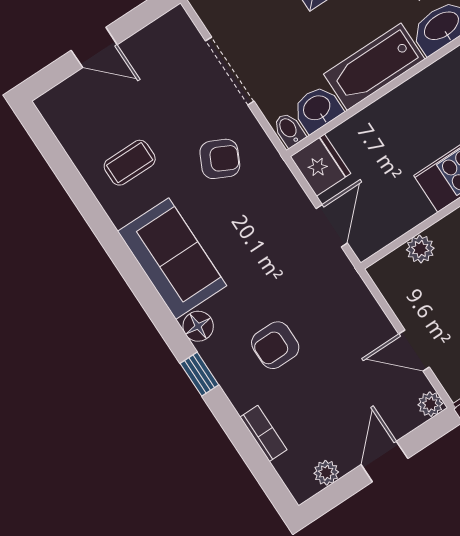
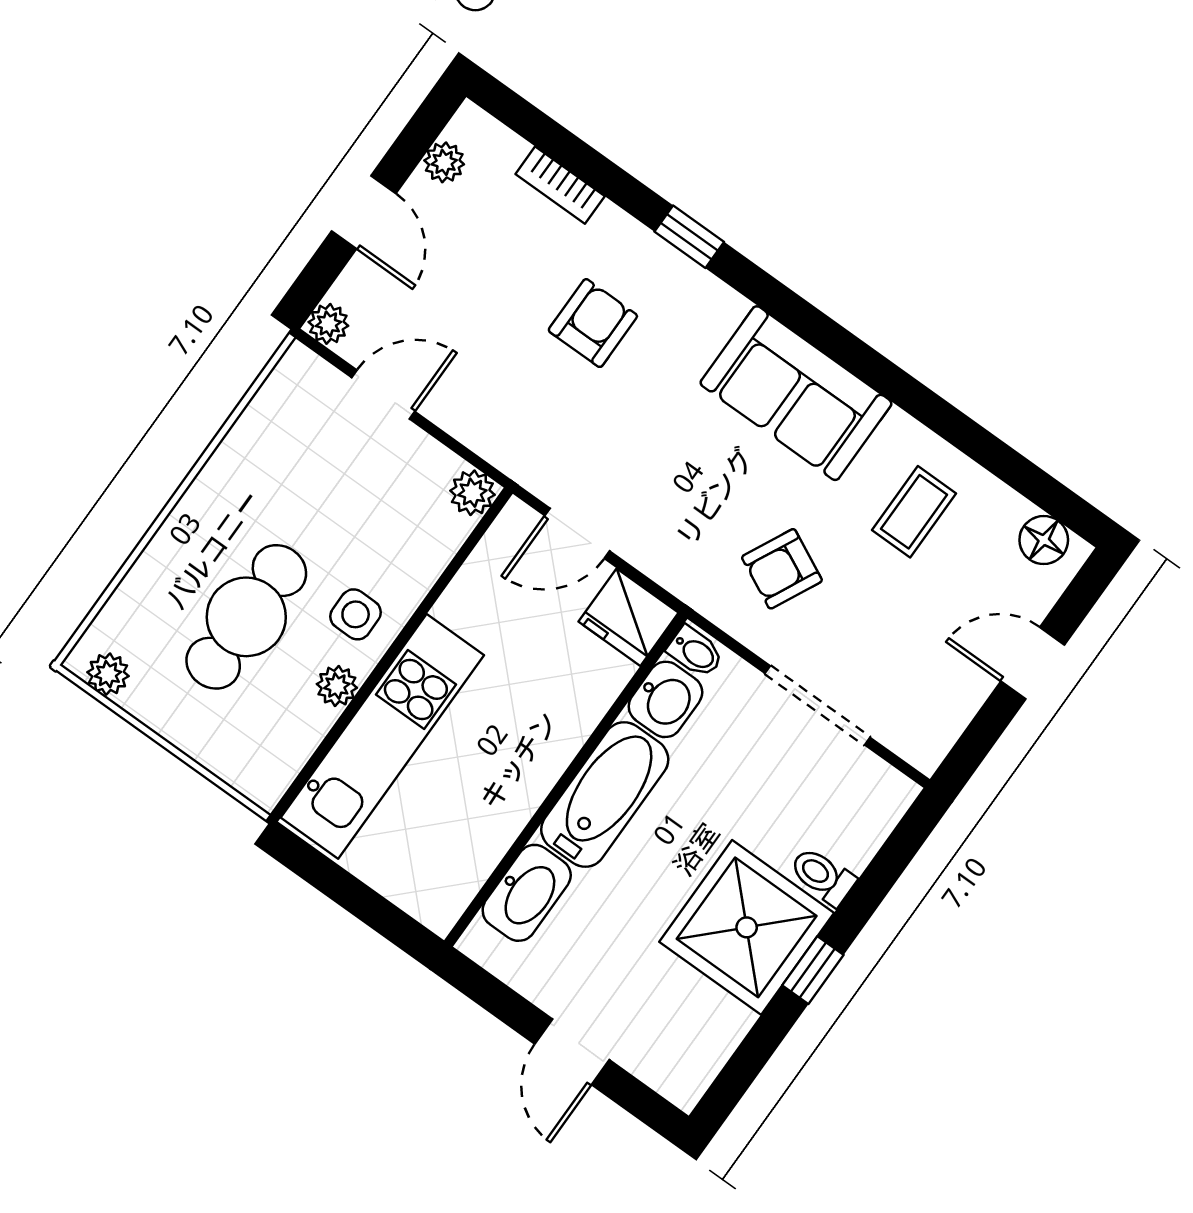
door: (332, 226) -> (577, 533), hinge flipped
plant: (420, 249) -> (472, 493), moved
floor lamp: (198, 326) -> (1044, 540), moved

